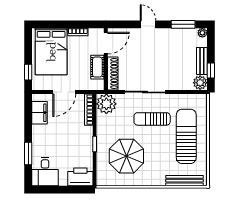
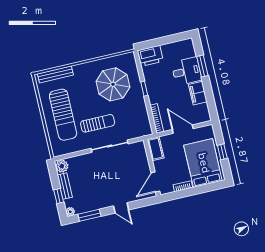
cot: (97, 67) -> (156, 149), moved
window: (211, 70) -> (59, 196), moved
window: (28, 72) -> (222, 152), moved
shoe rack: (113, 73) -> (143, 156), removed
door: (64, 92) -> (183, 129), hinge flipped
plant: (106, 104) -> (142, 127), removed
filing cabinet: (39, 113) -> (198, 93), moved
desk: (45, 172) -> (186, 71), moved, turned 90

